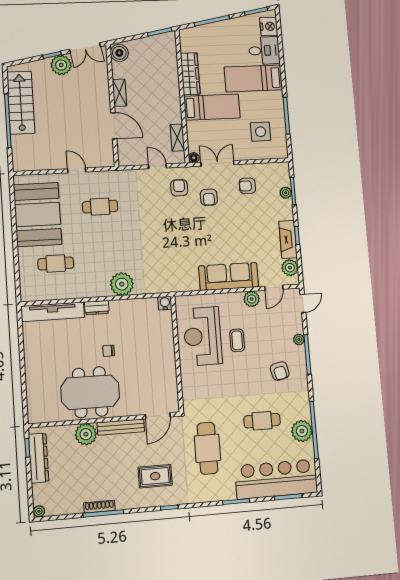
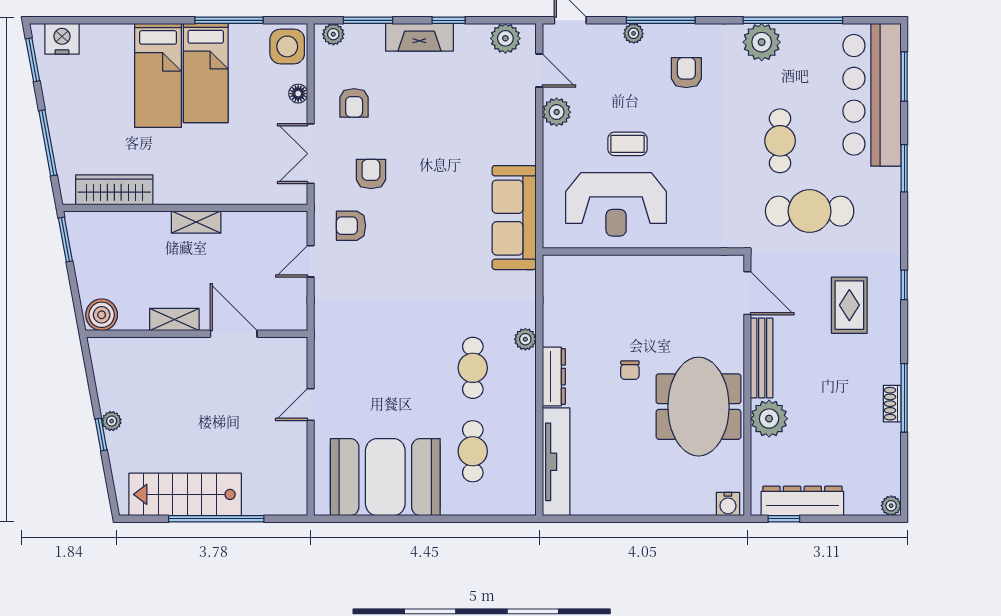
double door: (85, 48) -> (90, 375), removed
desk: (264, 51) -> (107, 51), removed
plant: (61, 65) -> (112, 421), width x0.53, depth x0.53
wardrobe: (190, 74) -> (114, 190), moved
bed: (212, 107) -> (206, 73), moved, turned 180
door: (114, 126) -> (234, 334), hinge flipped
side table: (261, 132) -> (287, 46), moved
shelving: (177, 138) -> (196, 222), moved
floor lamp: (194, 158) -> (298, 94), moved
plant: (286, 193) -> (333, 34), moved
armchair: (209, 197) -> (371, 174), turned -90
cafe table: (100, 207) -> (473, 368), moved
fireplace: (288, 239) -> (419, 37), moved
sofa: (229, 276) -> (514, 218), moved
plant: (122, 284) -> (525, 339), width x0.53, depth x0.53
water cooler: (165, 303) -> (728, 504), moved, turned -90
dresser: (97, 308) -> (554, 377), width x1.44
armchair: (280, 371) -> (686, 73), turned -77
cafe table: (262, 421) -> (780, 141), moved
plant: (302, 431) -> (762, 42), moved
shoe rack: (99, 507) -> (892, 404), width x0.70

